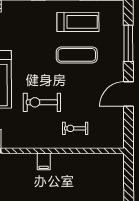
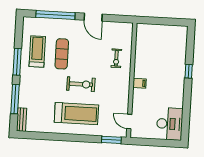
window: (128, 43) -> (55, 15), width x1.46
exercise bike: (42, 102) -> (81, 84), moved, turned -90

